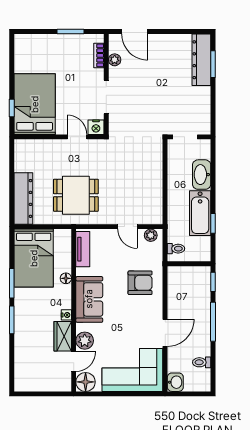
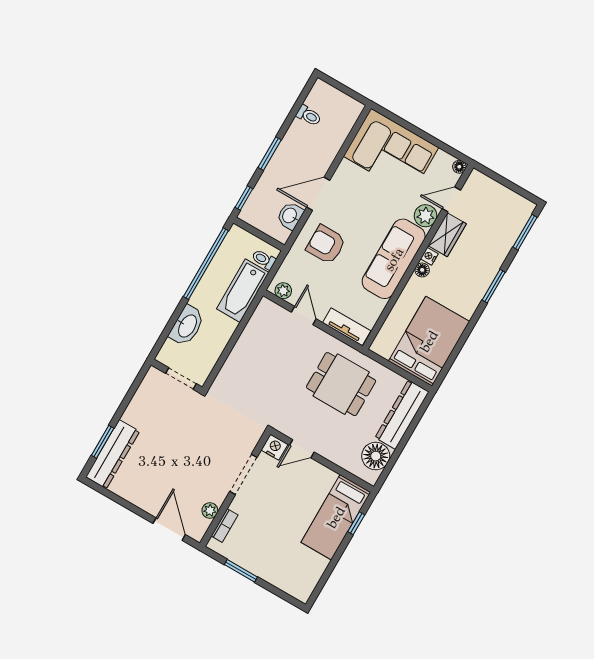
bed: (35, 104) -> (336, 517), width x0.67
door: (77, 137) -> (302, 449), hinge flipped
floor lamp: (25, 161) -> (376, 456), added
bathtub: (200, 213) -> (243, 291), moved, turned 180
window: (213, 223) -> (206, 264), width x3.17
tv unit: (83, 249) -> (347, 327), moved, turned 90
floor lamp: (66, 278) -> (422, 270), moved
window: (12, 283) -> (525, 232), moved
sofa: (89, 299) -> (394, 259), width x1.36
window: (213, 322) -> (270, 154), width x0.69
door: (165, 333) -> (318, 194), moved
floor lamp: (86, 382) -> (459, 167), width x0.53, depth x0.53
washbasin: (175, 382) -> (290, 216), moved

